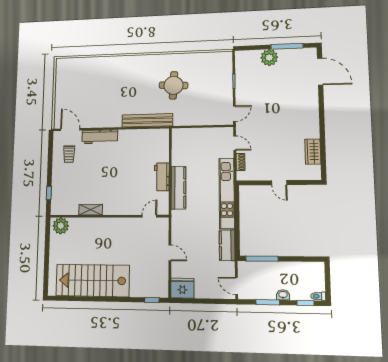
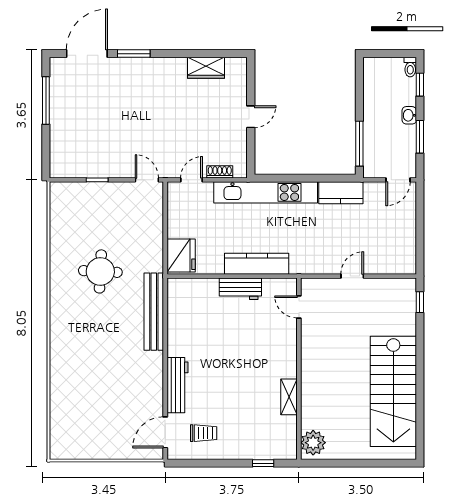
plant: (269, 58) -> (62, 127), removed
window: (321, 103) -> (134, 54), added
fridge: (182, 288) -> (181, 256), moved, turned 180

